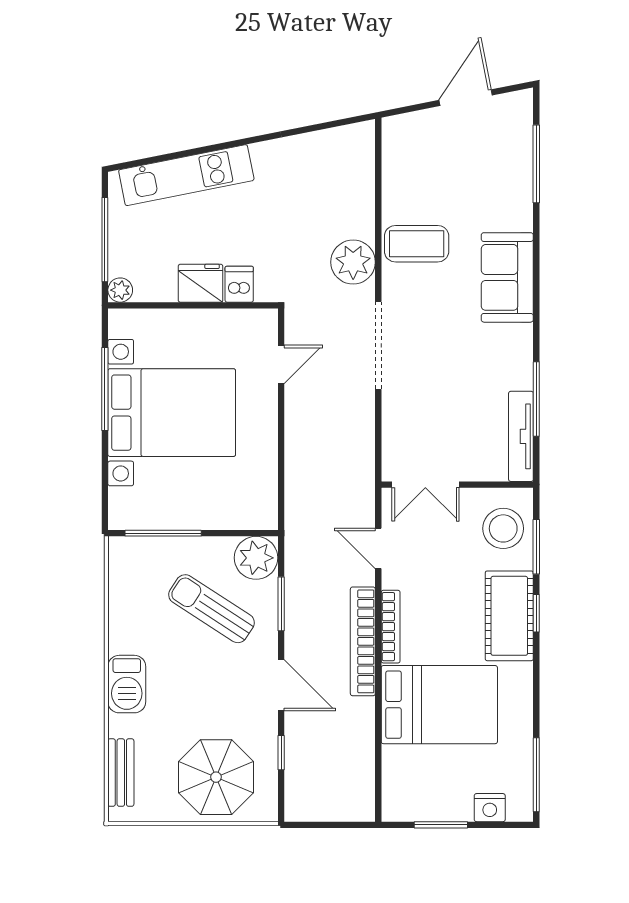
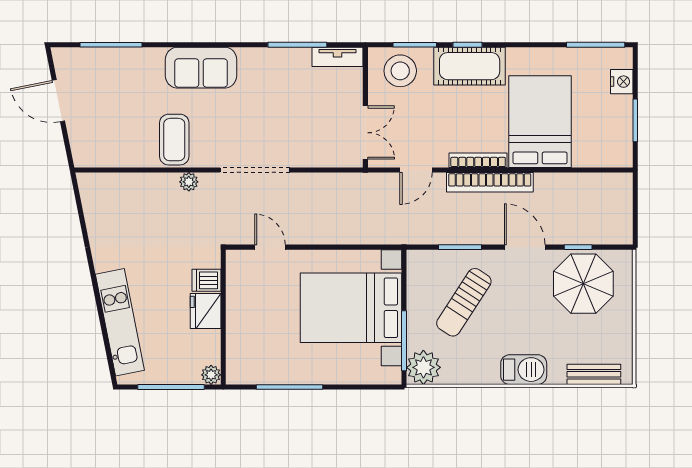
plant: (353, 262) -> (189, 182), width x0.53, depth x0.53
bed with nightstands: (172, 413) -> (351, 308), moved, turned -90
tv unit: (521, 436) -> (338, 57), width x0.71
plant: (256, 558) -> (423, 367), moved
door: (281, 685) -> (525, 247), hinge flipped
parasol: (216, 777) -> (583, 284), moved

